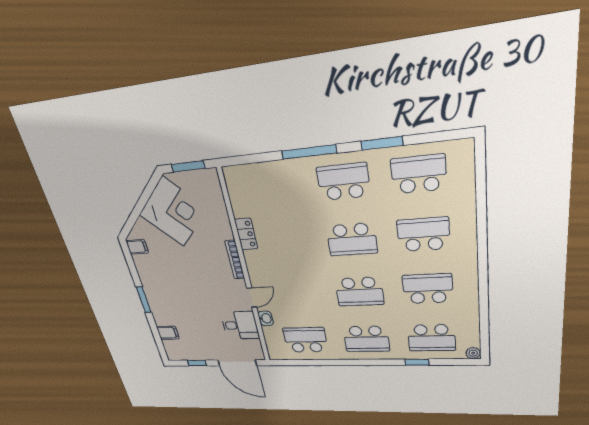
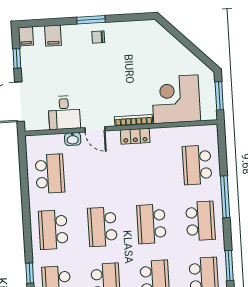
window: (382, 143) -> (229, 266), moved
school desk: (274, 189) -> (197, 165), added
corner desk: (173, 212) -> (176, 99), moved, turned 135
locker: (246, 234) -> (135, 136), moved
filing cabinet: (137, 247) -> (26, 36), moved
chair: (158, 293) -> (98, 37), added

